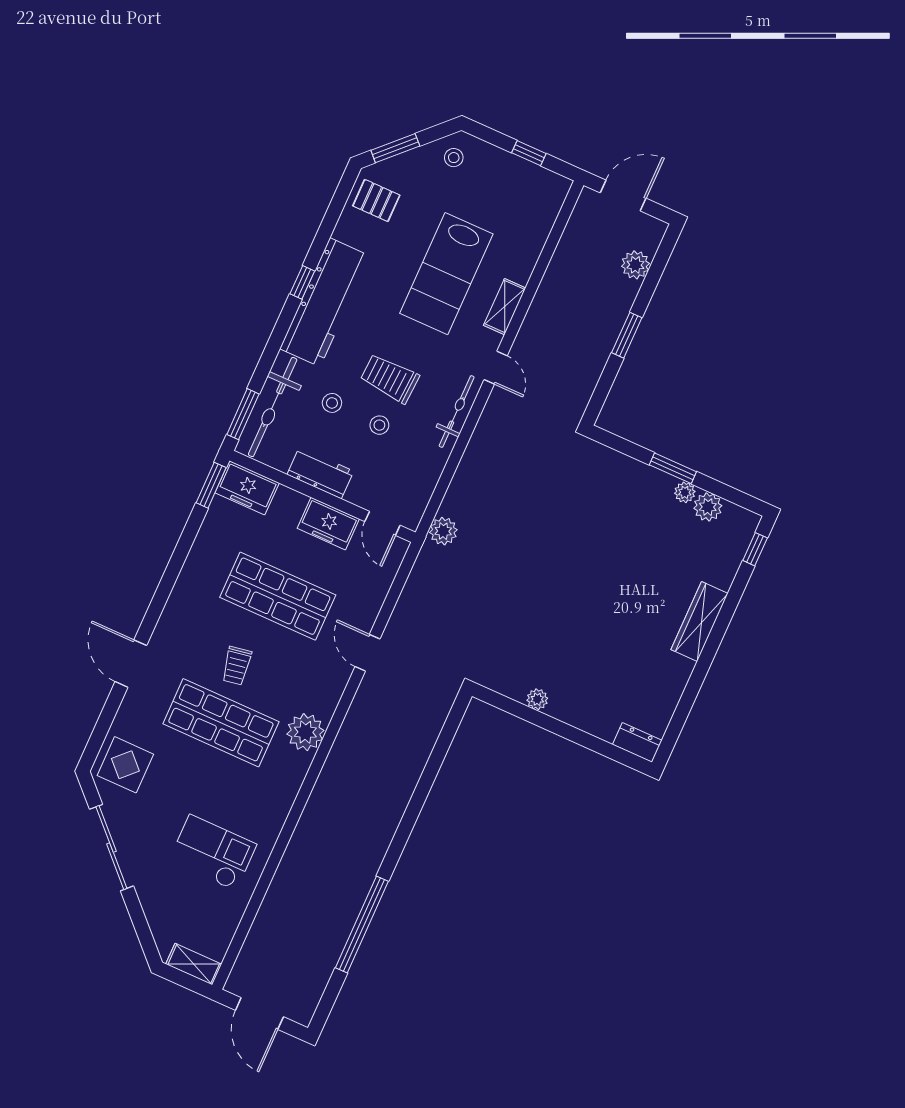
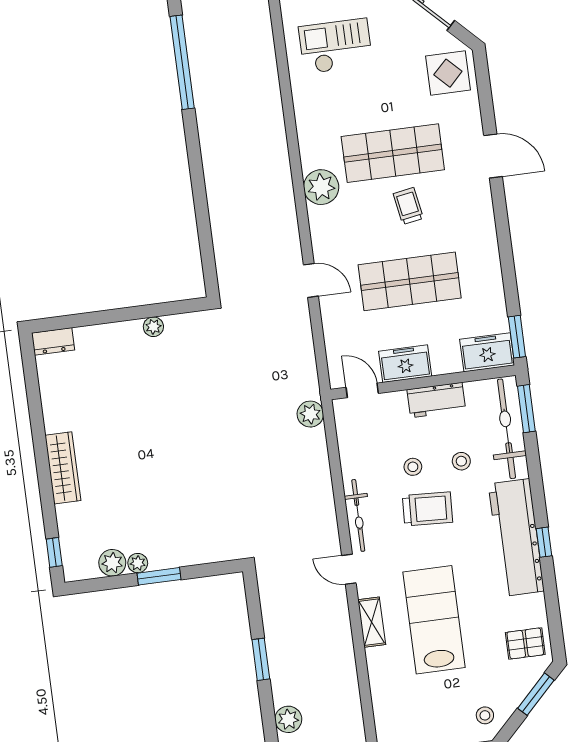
checkout: (213, 853) -> (336, 46), turned 180

